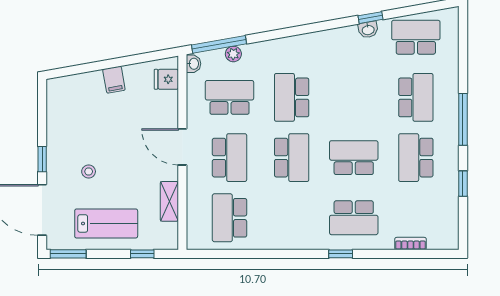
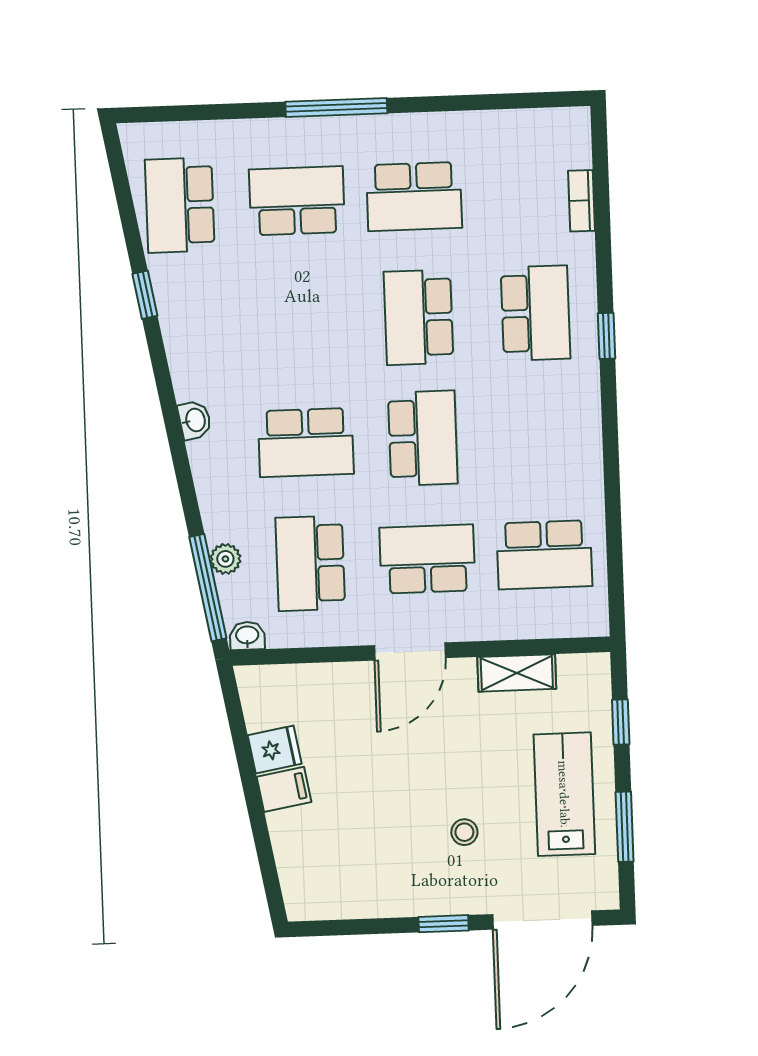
washbasin: (368, 30) -> (195, 420), moved
fridge: (166, 79) -> (275, 750), moved, turned -100
school desk: (292, 158) -> (423, 438), turned 90
window: (463, 184) -> (461, 103), removed
window: (68, 254) -> (625, 827), moved

